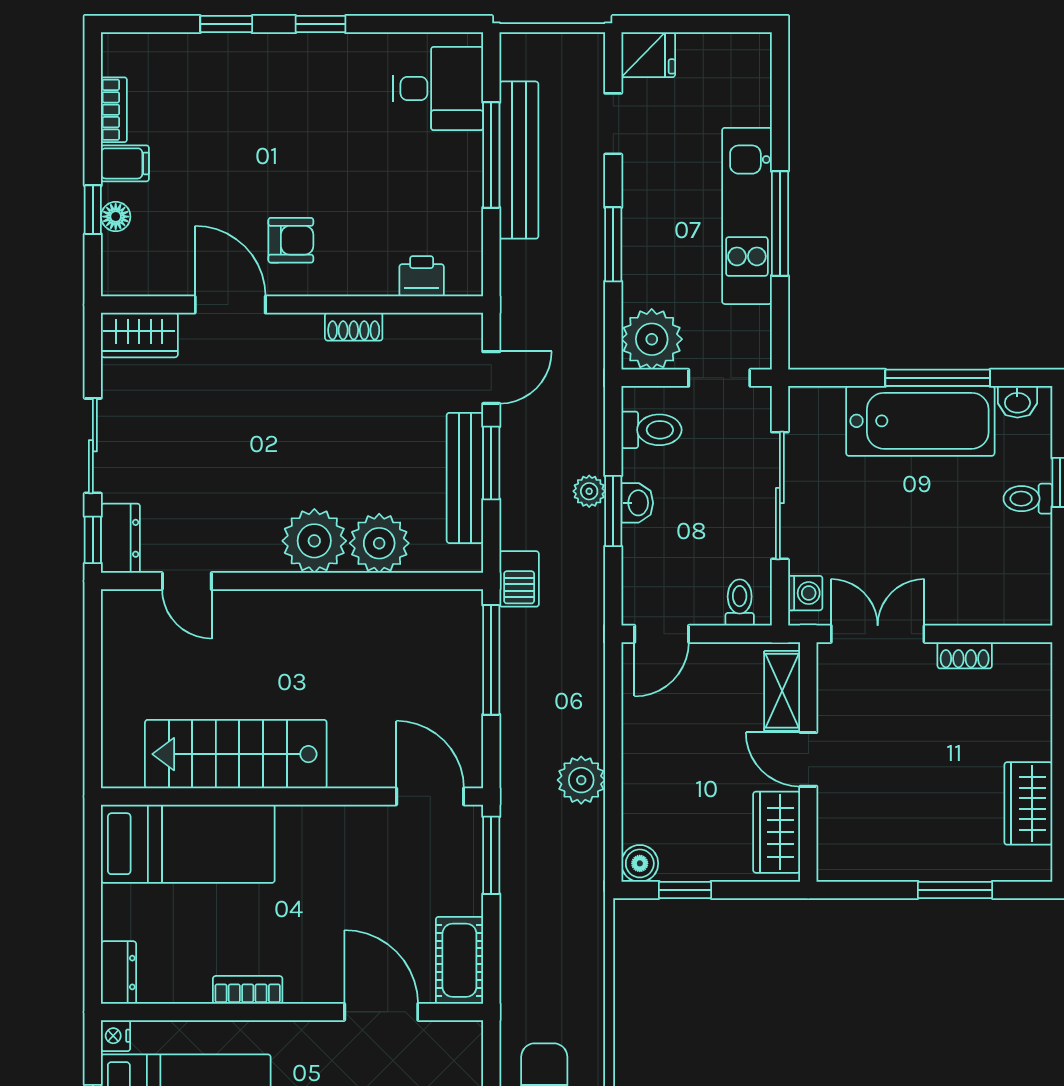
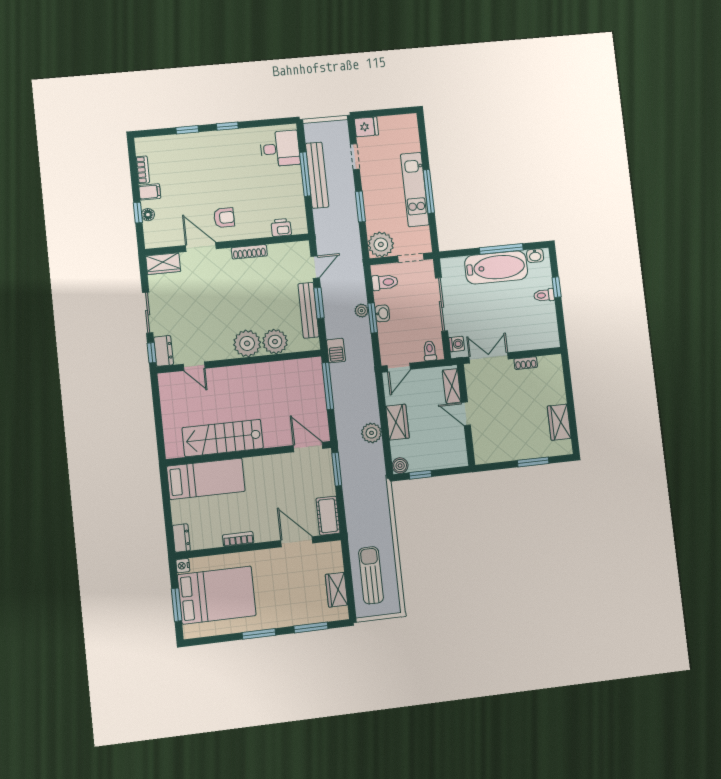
shoe rack: (354, 327) -> (249, 252), width x1.43
wardrobe: (777, 832) -> (397, 422), moved, turned 180

